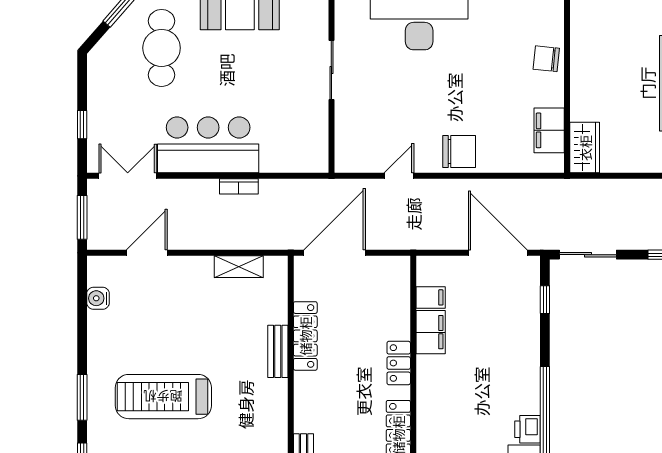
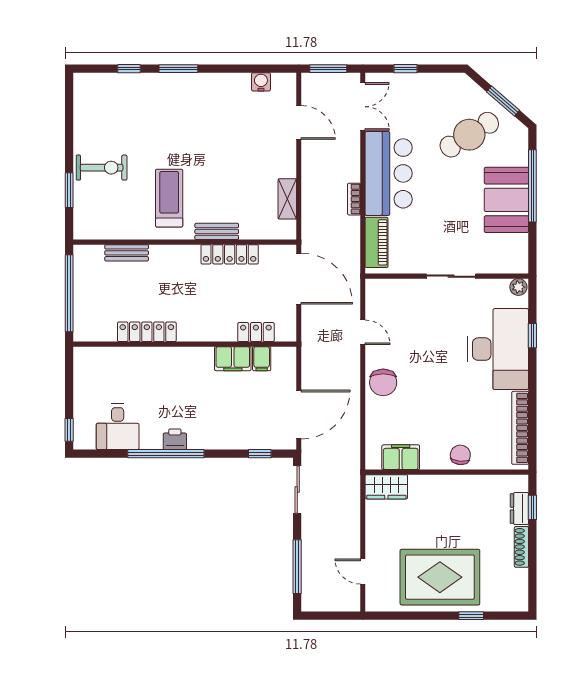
cafe table: (162, 48) -> (469, 135), turned -32
piano: (291, 159) -> (377, 242), added
locker: (399, 363) -> (256, 332), moved
treadmill: (163, 397) -> (169, 198), moved, width x0.73, depth x0.73
printer: (527, 429) -> (175, 439), moved

